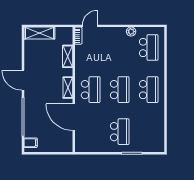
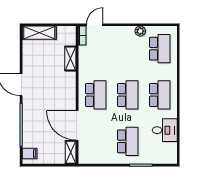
shelving: (68, 88) -> (71, 152), moved
desk: (153, 121) -> (165, 130), added

